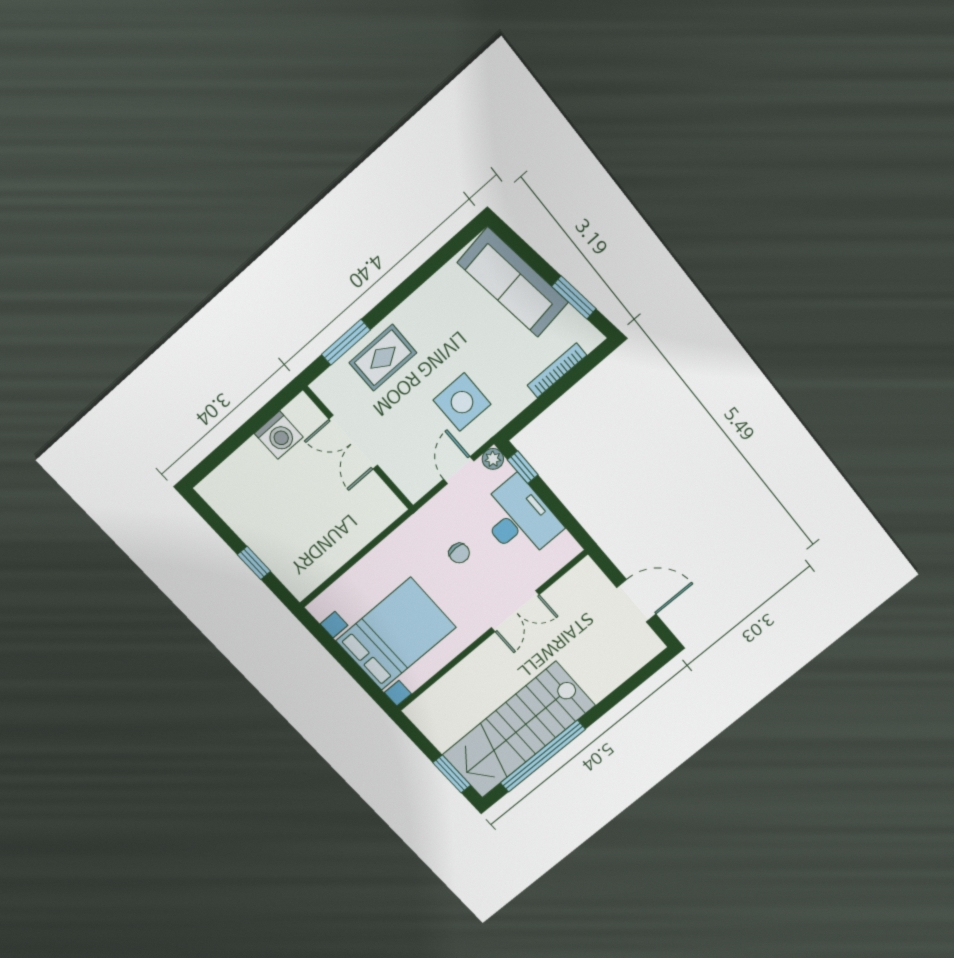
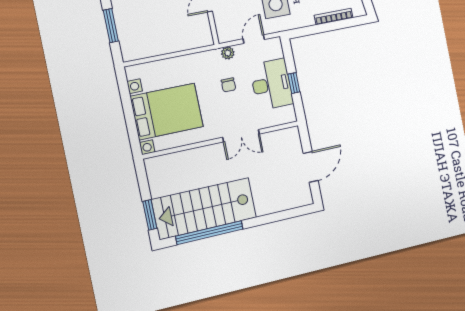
plant: (493, 459) -> (228, 53), moved
window: (523, 467) -> (294, 83), moved
window: (254, 563) -> (111, 26), width x1.50
door: (636, 601) -> (311, 167), hinge flipped

